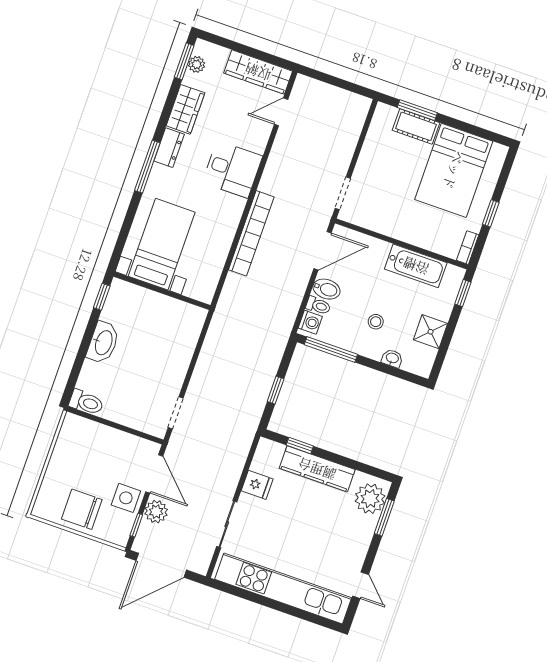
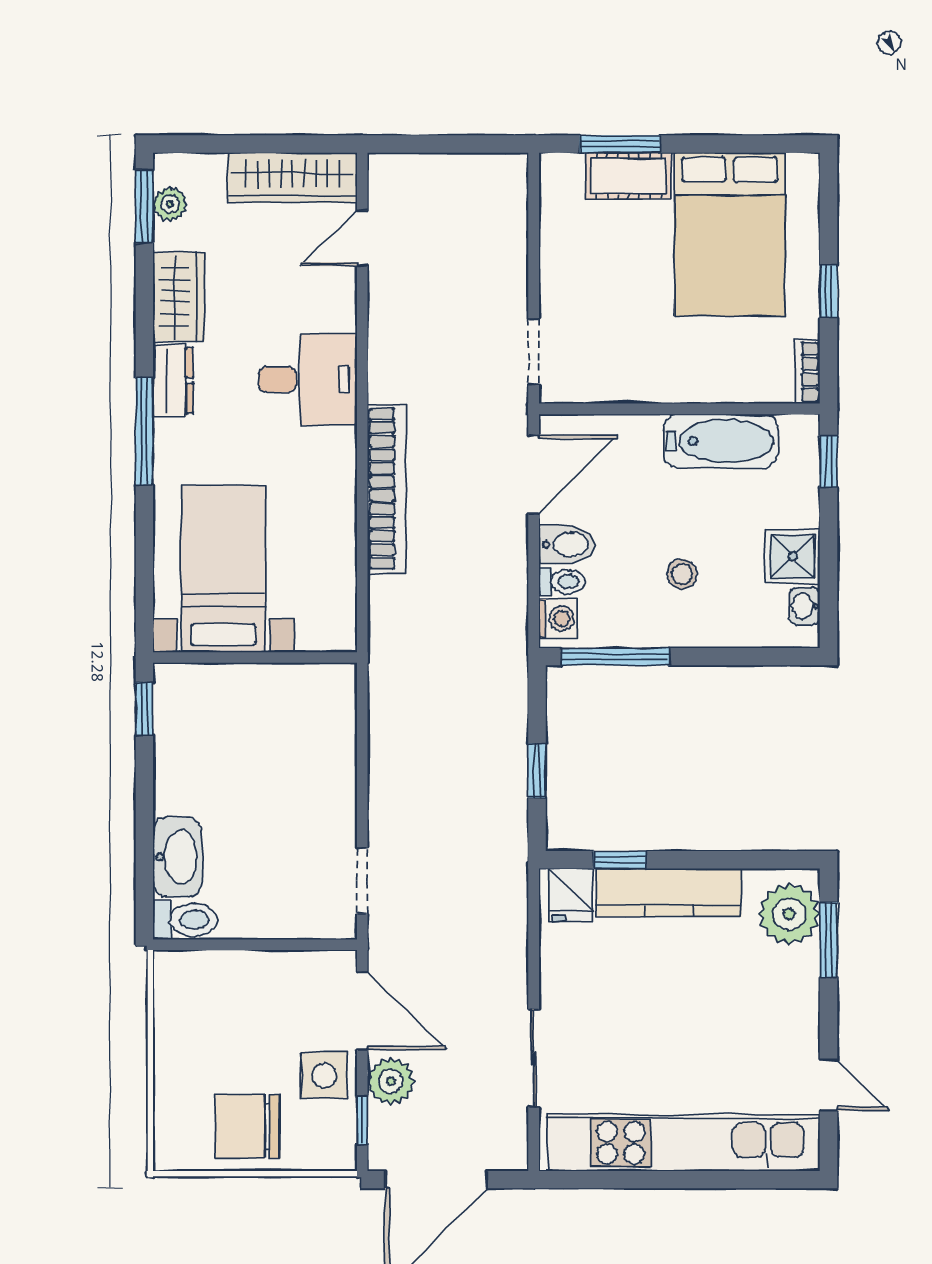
washbasin: (103, 342) -> (177, 857), moved
washbasin: (392, 358) -> (804, 606), moved, turned -90
fridge: (257, 485) -> (570, 895), moved, turned 90

